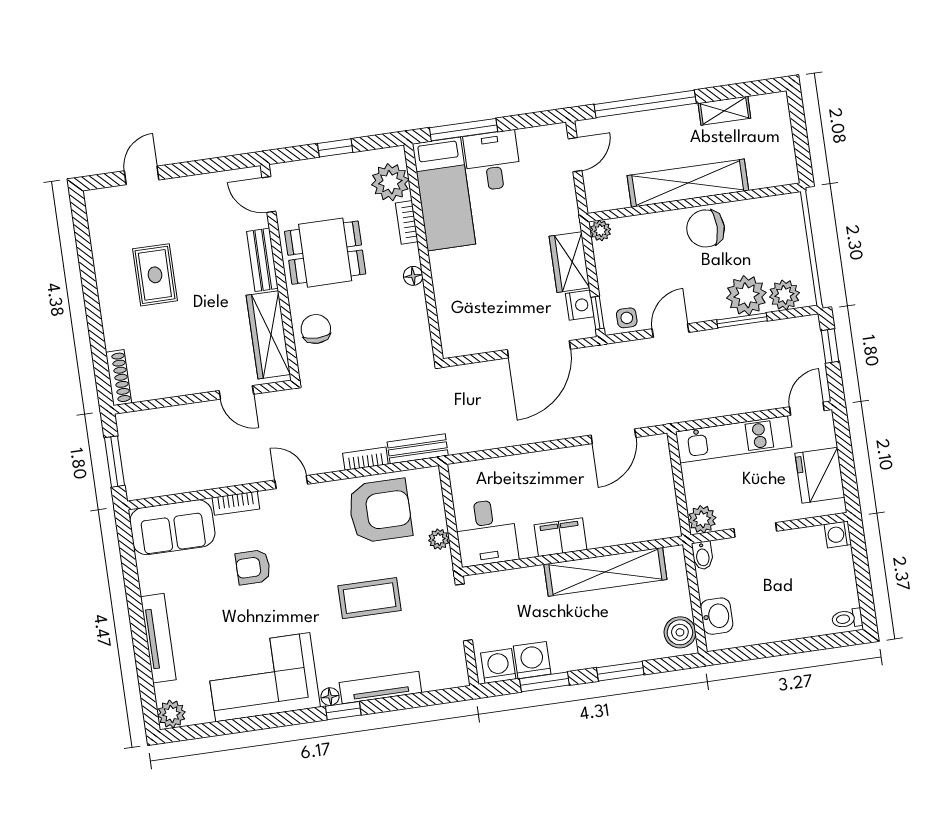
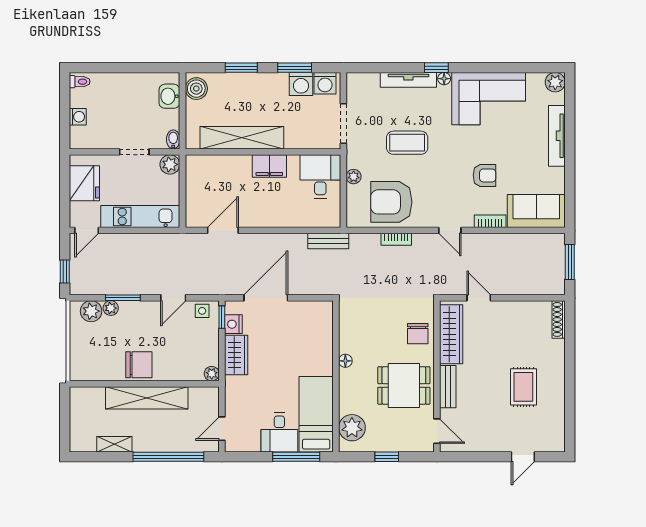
bookcase: (407, 222) -> (345, 398), removed
plant: (746, 295) -> (111, 308), width x0.53, depth x0.53
bench: (418, 449) -> (328, 241), moved
washing machine: (838, 534) -> (78, 117), moved

